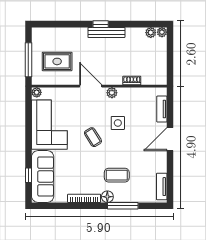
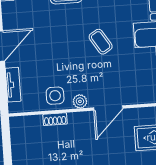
door: (91, 86) -> (108, 108), hinge flipped
side table: (118, 123) -> (55, 96), moved

